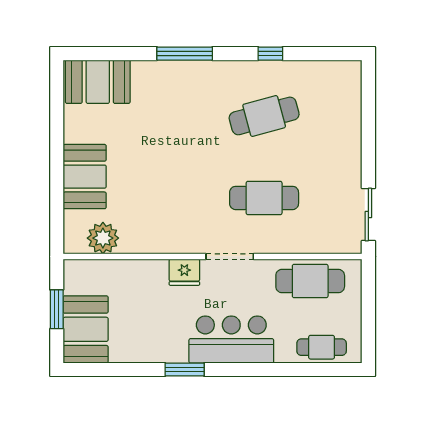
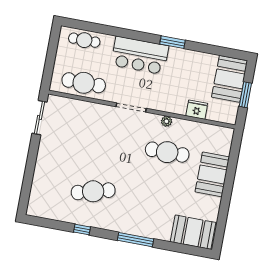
cafe table: (264, 198) -> (167, 152), moved
plant: (103, 238) -> (166, 121), moved, width x0.53, depth x0.53
fridge: (184, 272) -> (197, 110), moved

